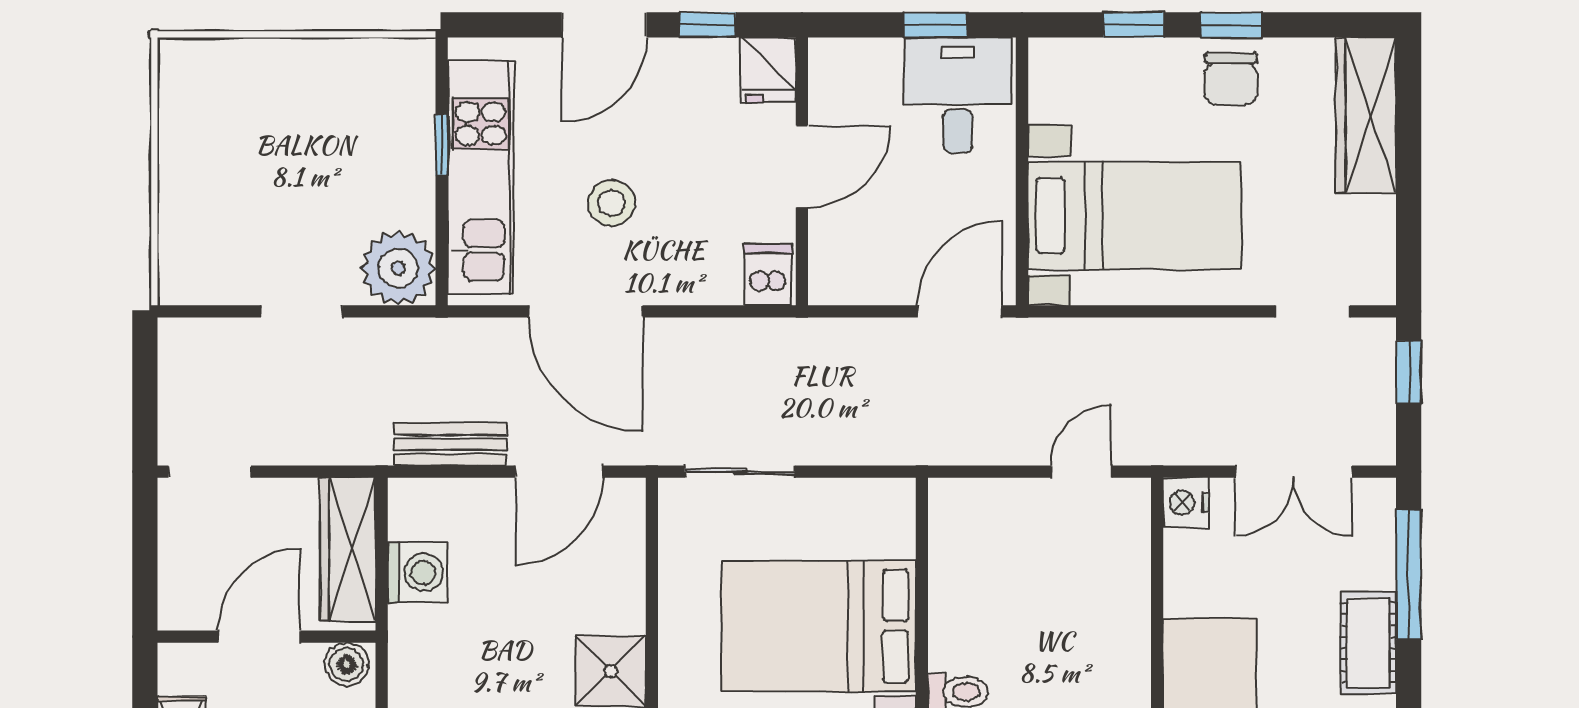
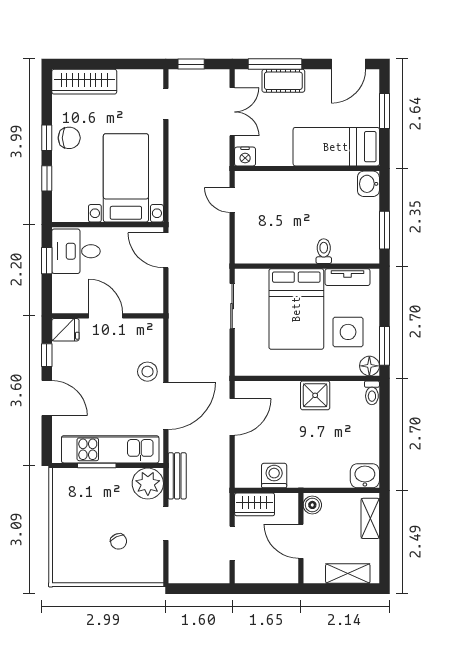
window: (442, 145) -> (97, 466), width x1.50
chair: (259, 198) -> (119, 541), added
stool: (611, 203) -> (147, 372), moved
dishwasher: (768, 275) -> (151, 330), removed
bench: (450, 444) -> (177, 476), moved
doorway: (210, 472) -> (232, 543), moved
door: (559, 472) -> (232, 417), hinge flipped
sliding door: (740, 472) -> (232, 306), moved
wardrobe: (348, 549) -> (255, 504), width x0.67
cot: (1368, 642) -> (283, 81), moved

